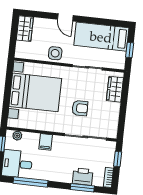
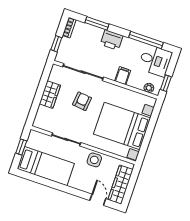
door: (65, 17) -> (98, 200), moved
wardrobe: (25, 29) -> (120, 185), width x1.50
wardrobe: (115, 89) -> (50, 95), moved
armchair: (80, 108) -> (82, 101), turned 96
printer: (83, 177) -> (112, 40), moved

